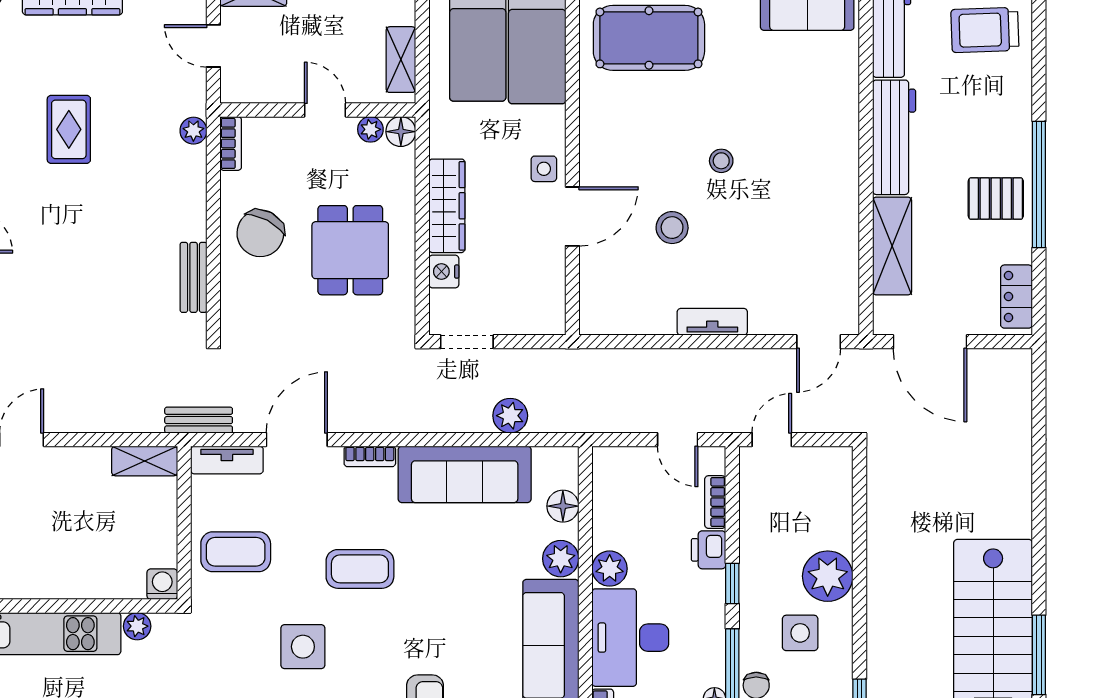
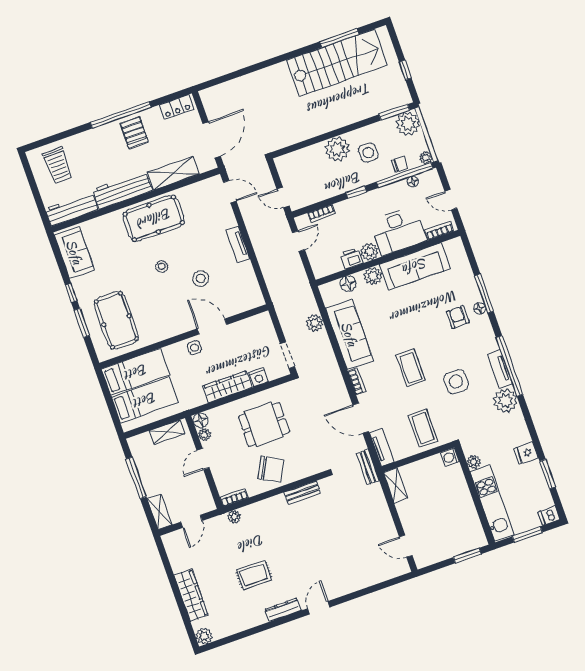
pool table: (819, 178) -> (154, 218), added
printer: (709, 550) -> (351, 258), moved, turned 180

